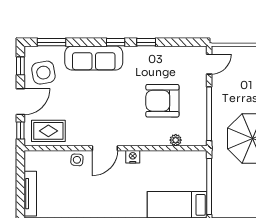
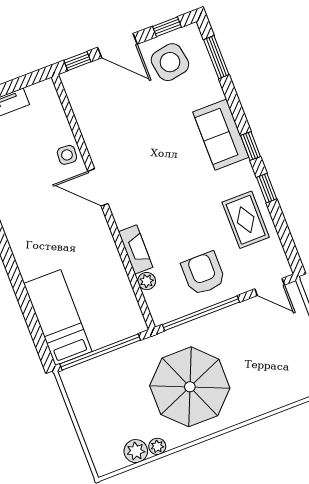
sofa: (94, 58) -> (221, 135), width x0.73
armchair: (162, 101) -> (203, 273), moved, width x0.73, depth x0.73
rug: (48, 131) -> (246, 220), moved
fireplace: (153, 139) -> (136, 250), added
nightstand: (133, 157) -> (101, 231), removed

